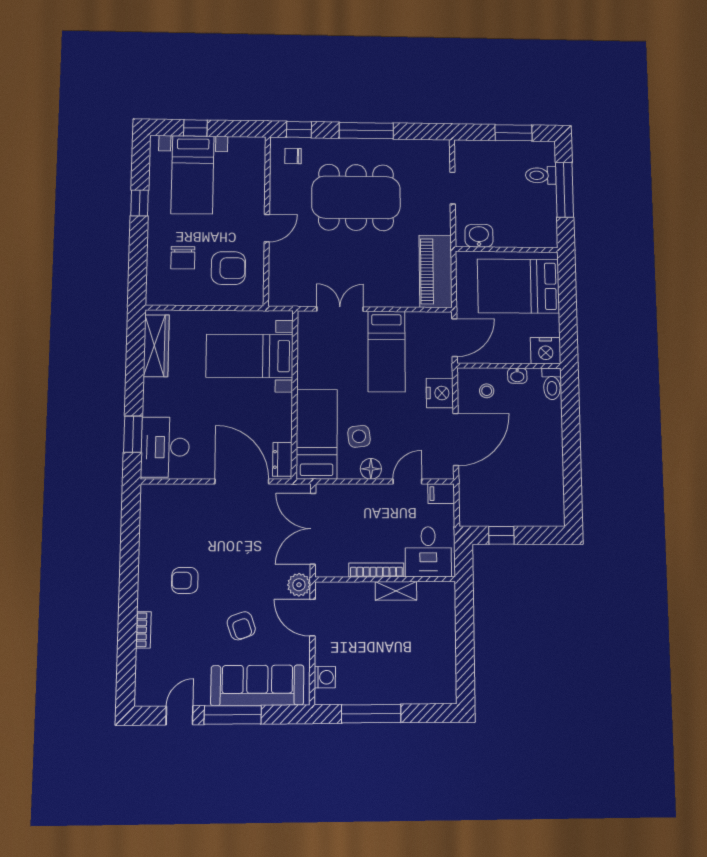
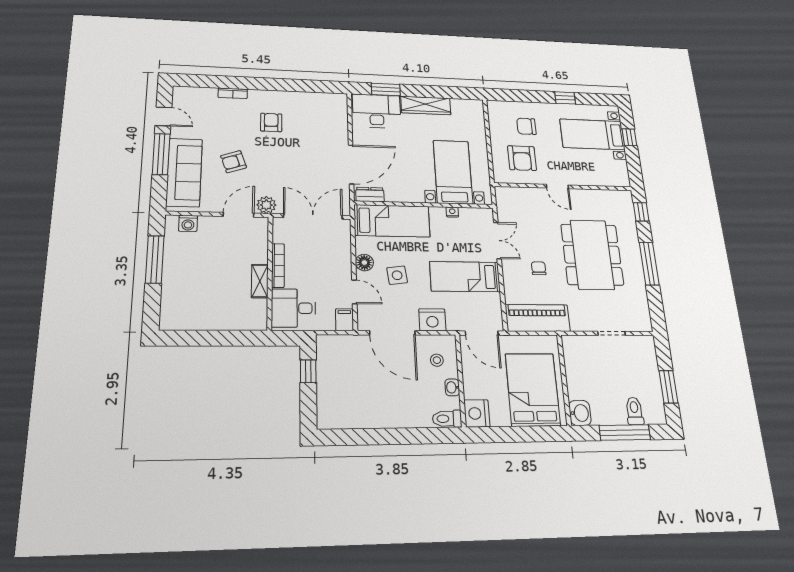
chair: (293, 156) -> (539, 268), moved
washbasin: (479, 236) -> (580, 413), moved
wardrobe: (156, 346) -> (426, 105), moved
nightstand: (304, 361) -> (452, 212), added
side table: (359, 436) -> (397, 275), moved

